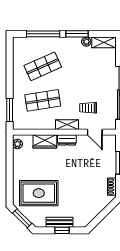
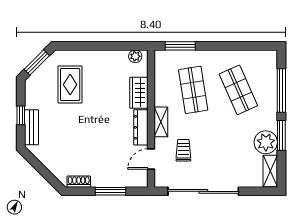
plant: (86, 42) -> (266, 142), width x1.88, depth x1.88
dresser: (67, 140) -> (141, 127), width x1.44
rug: (39, 193) -> (70, 85), width x0.73, depth x0.70
bench: (59, 222) -> (32, 127), moved

